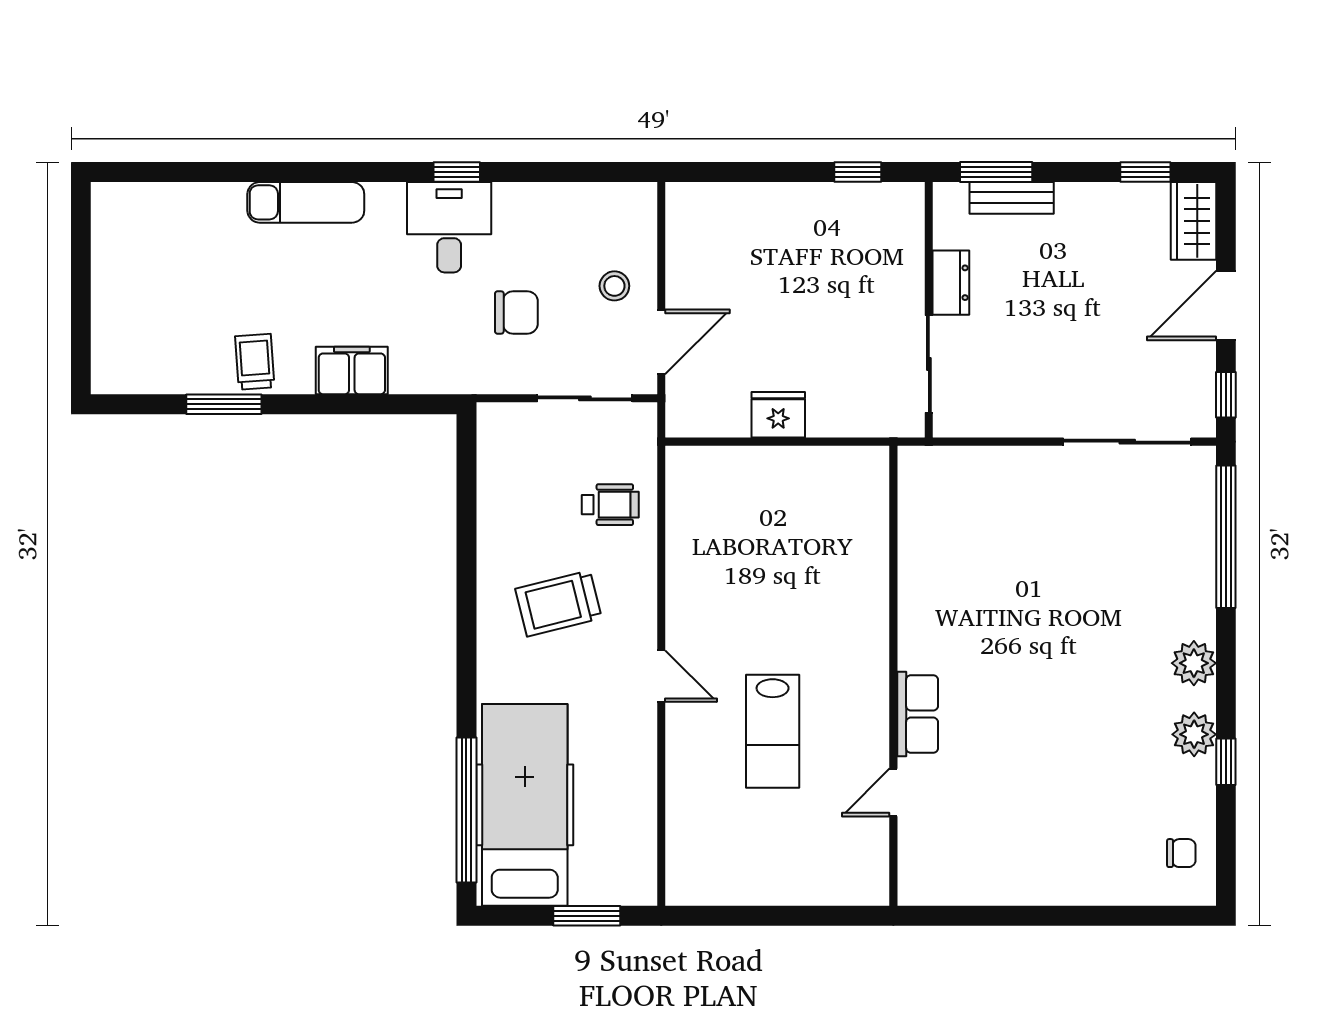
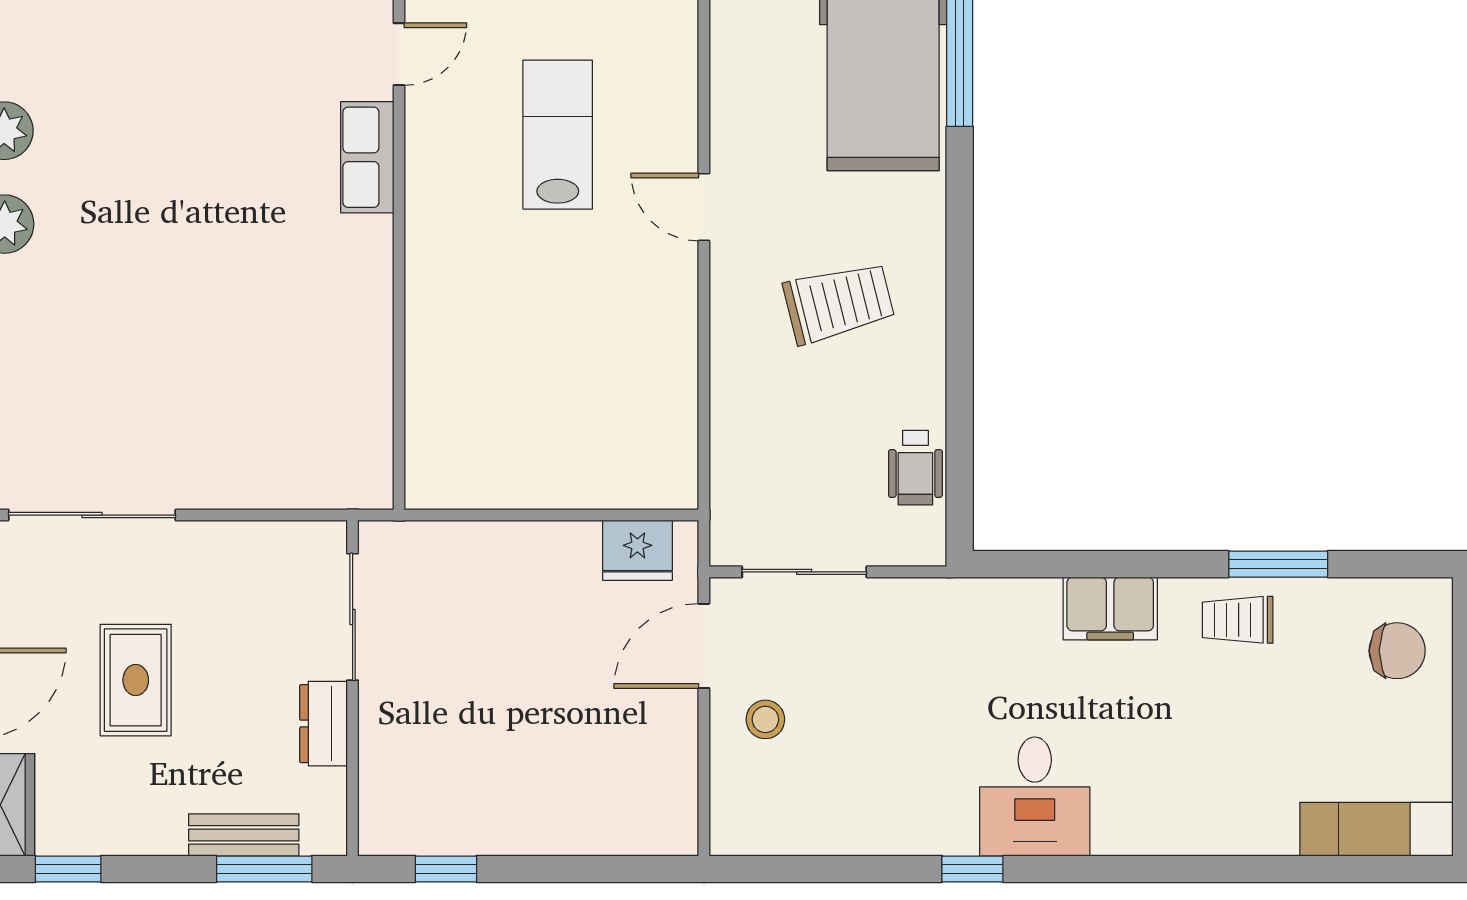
exam couch: (306, 202) -> (1376, 829), moved
desk: (449, 227) -> (1035, 797), moved
chair: (516, 312) -> (1397, 651), moved, turned 180
rug: (1094, 316) -> (136, 680), added
trolley: (255, 362) -> (1238, 620), turned 94
fridge: (778, 415) -> (637, 550), moved
wheelchair: (610, 505) -> (915, 468), moved, turned -90

